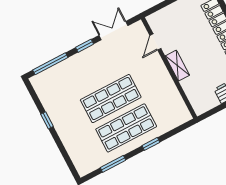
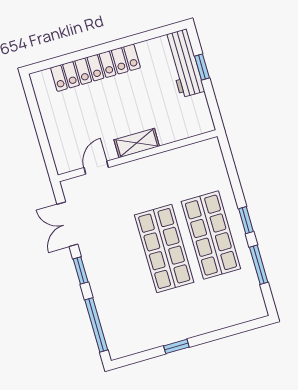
door: (155, 42) -> (96, 168), swing flipped
window: (151, 144) -> (246, 220), moved

